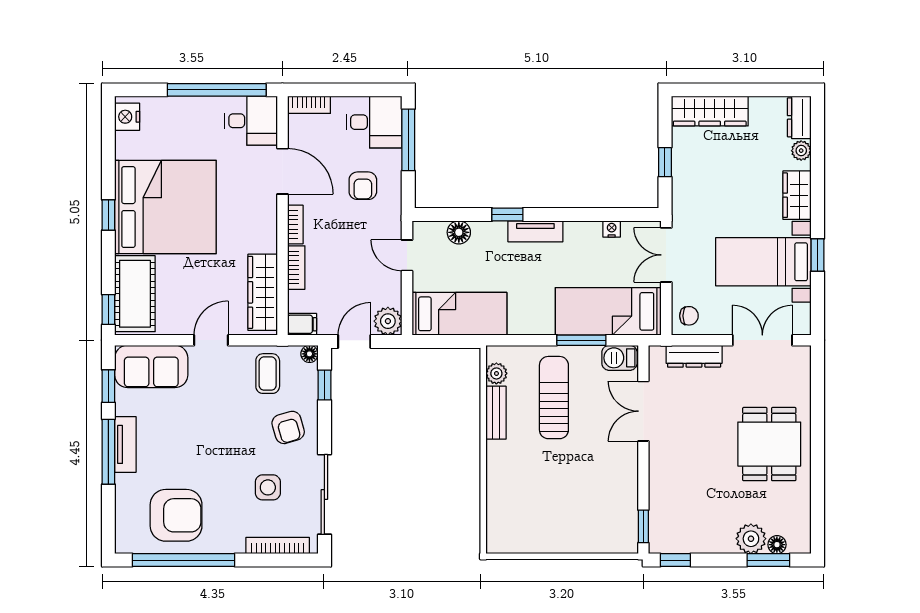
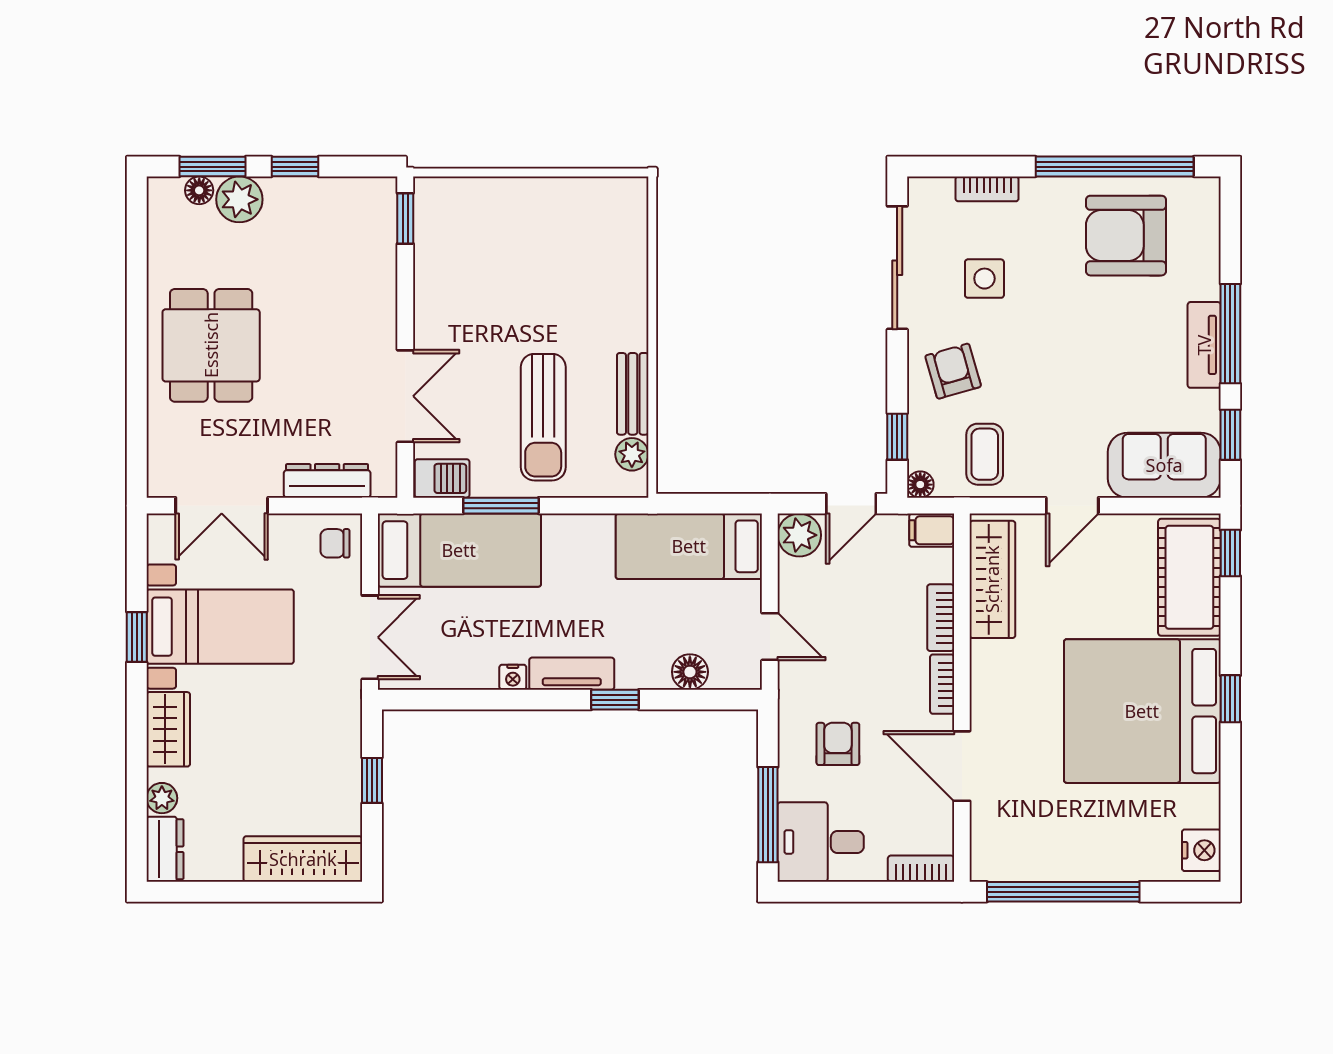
desk: (251, 121) -> (1010, 844), removed
nightstand: (612, 229) -> (513, 677), moved
bookcase: (278, 546) -> (987, 189), width x0.64
window: (675, 560) -> (295, 167), moved

